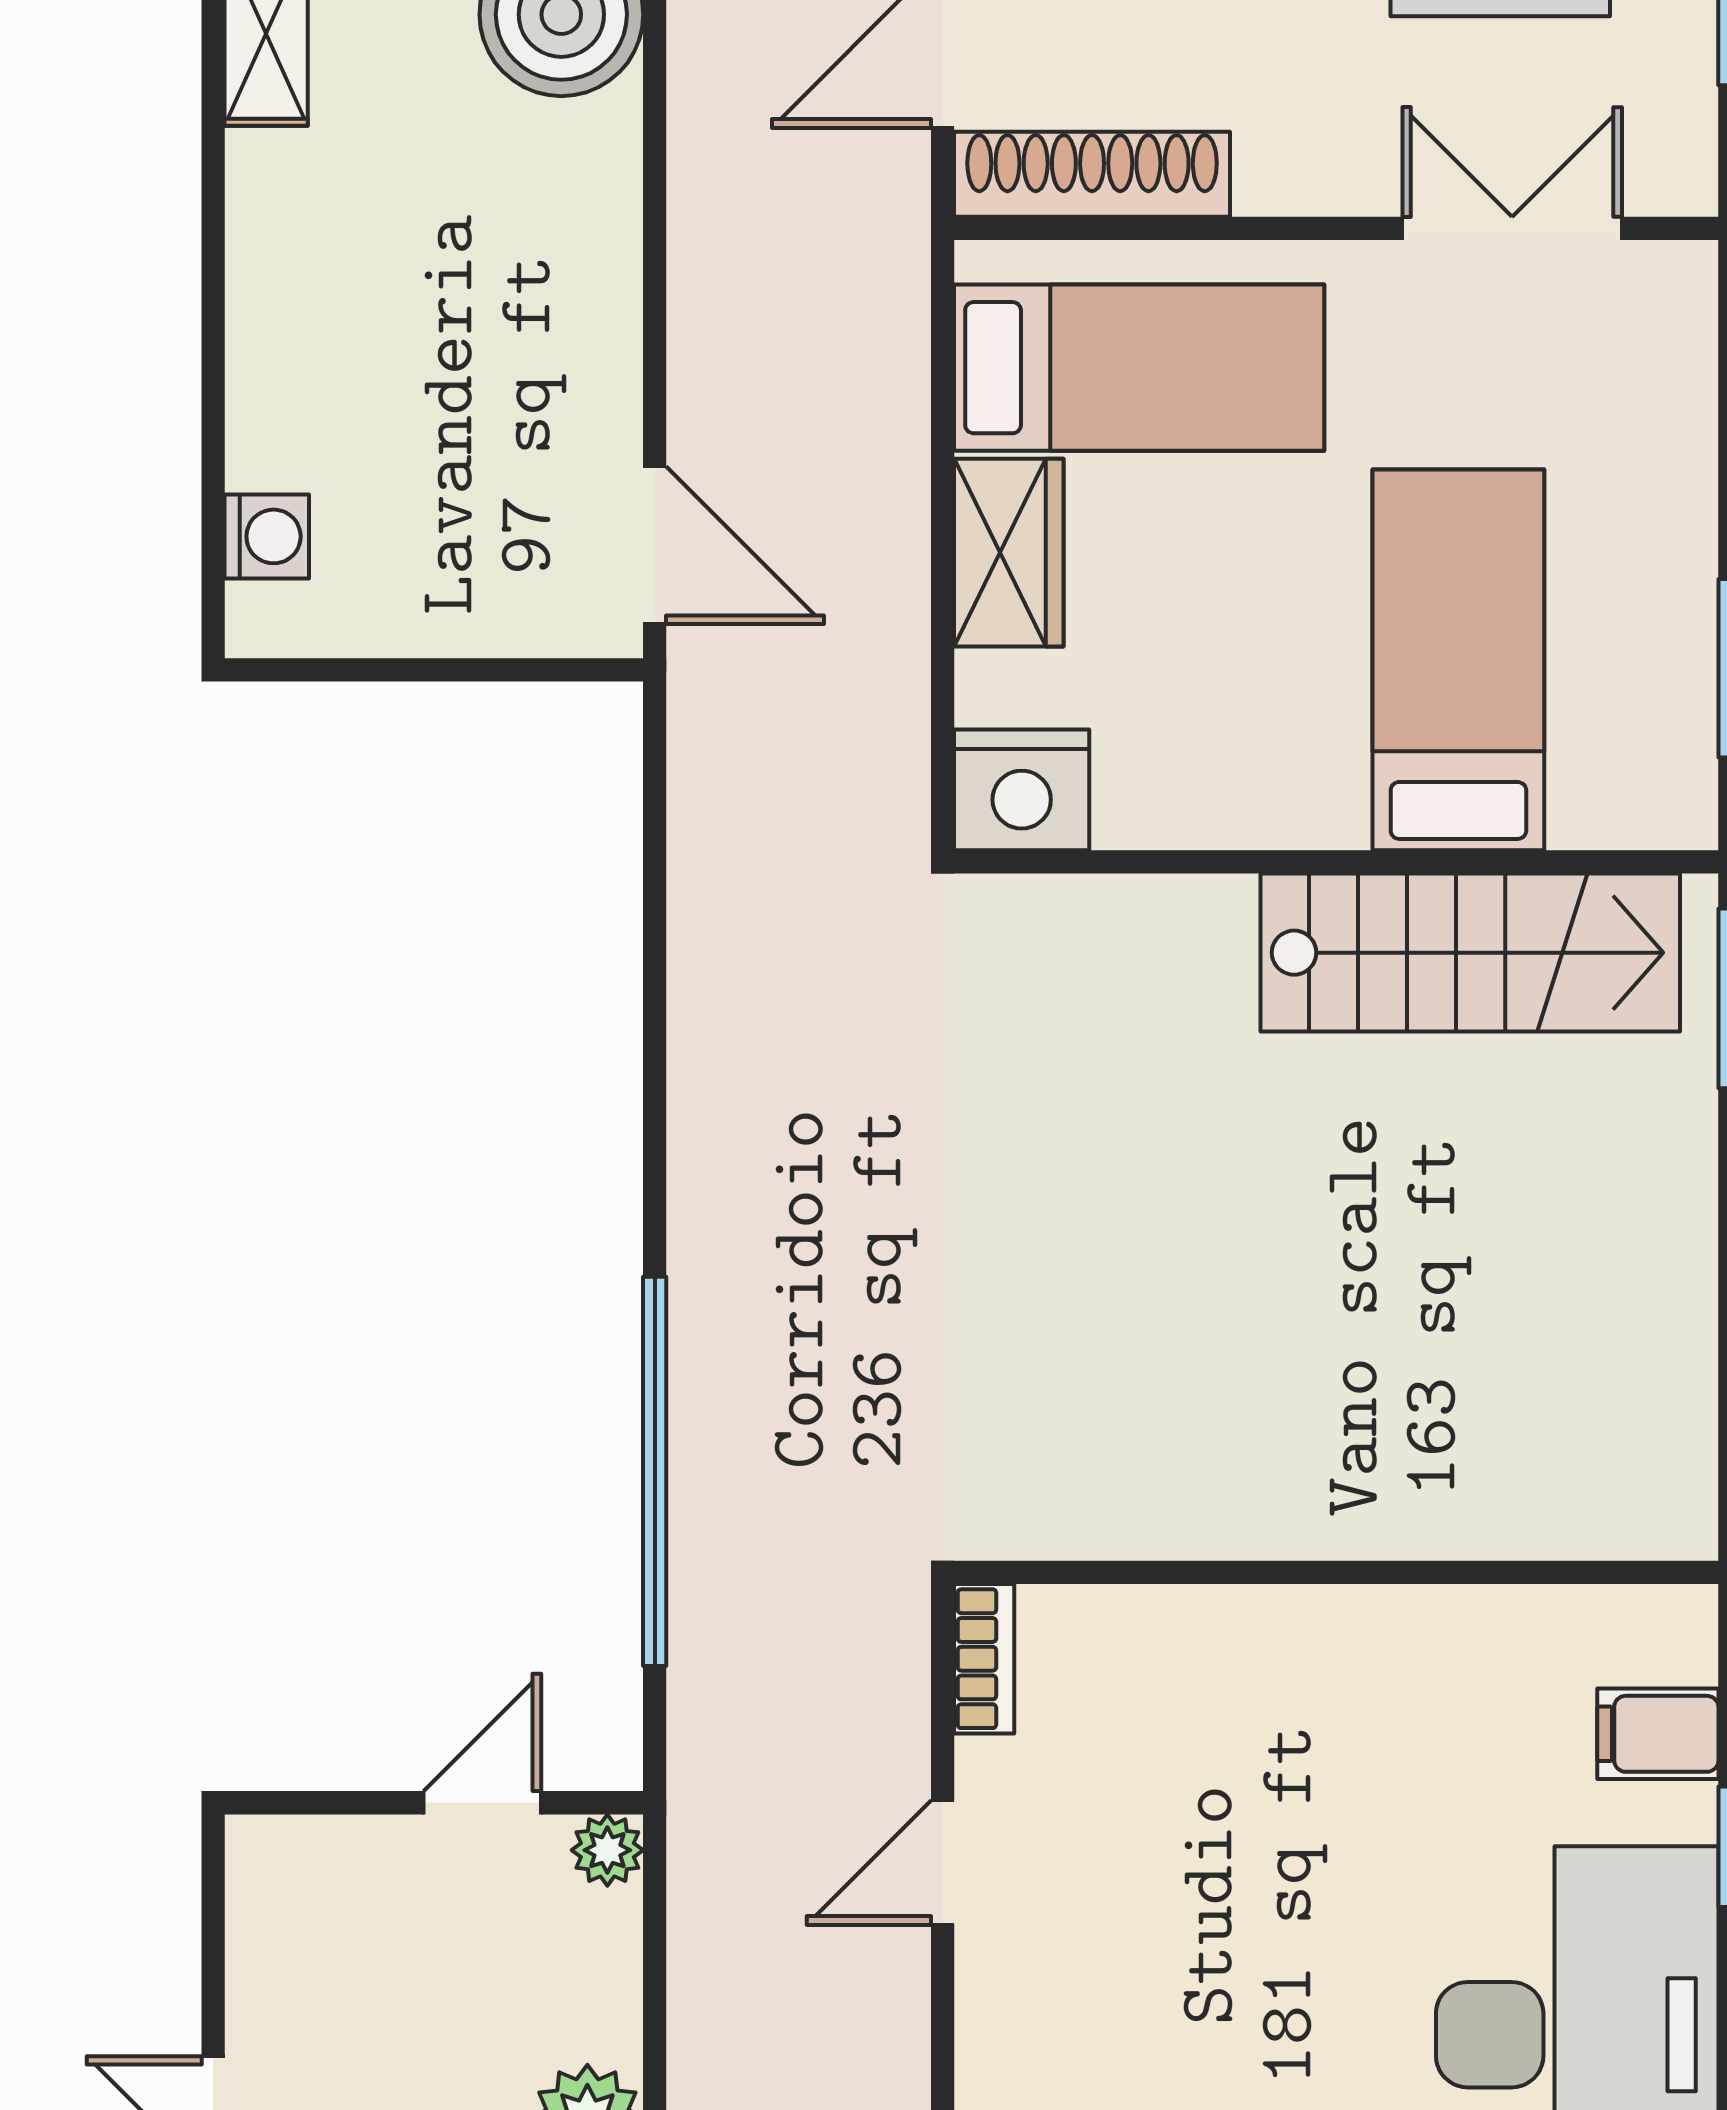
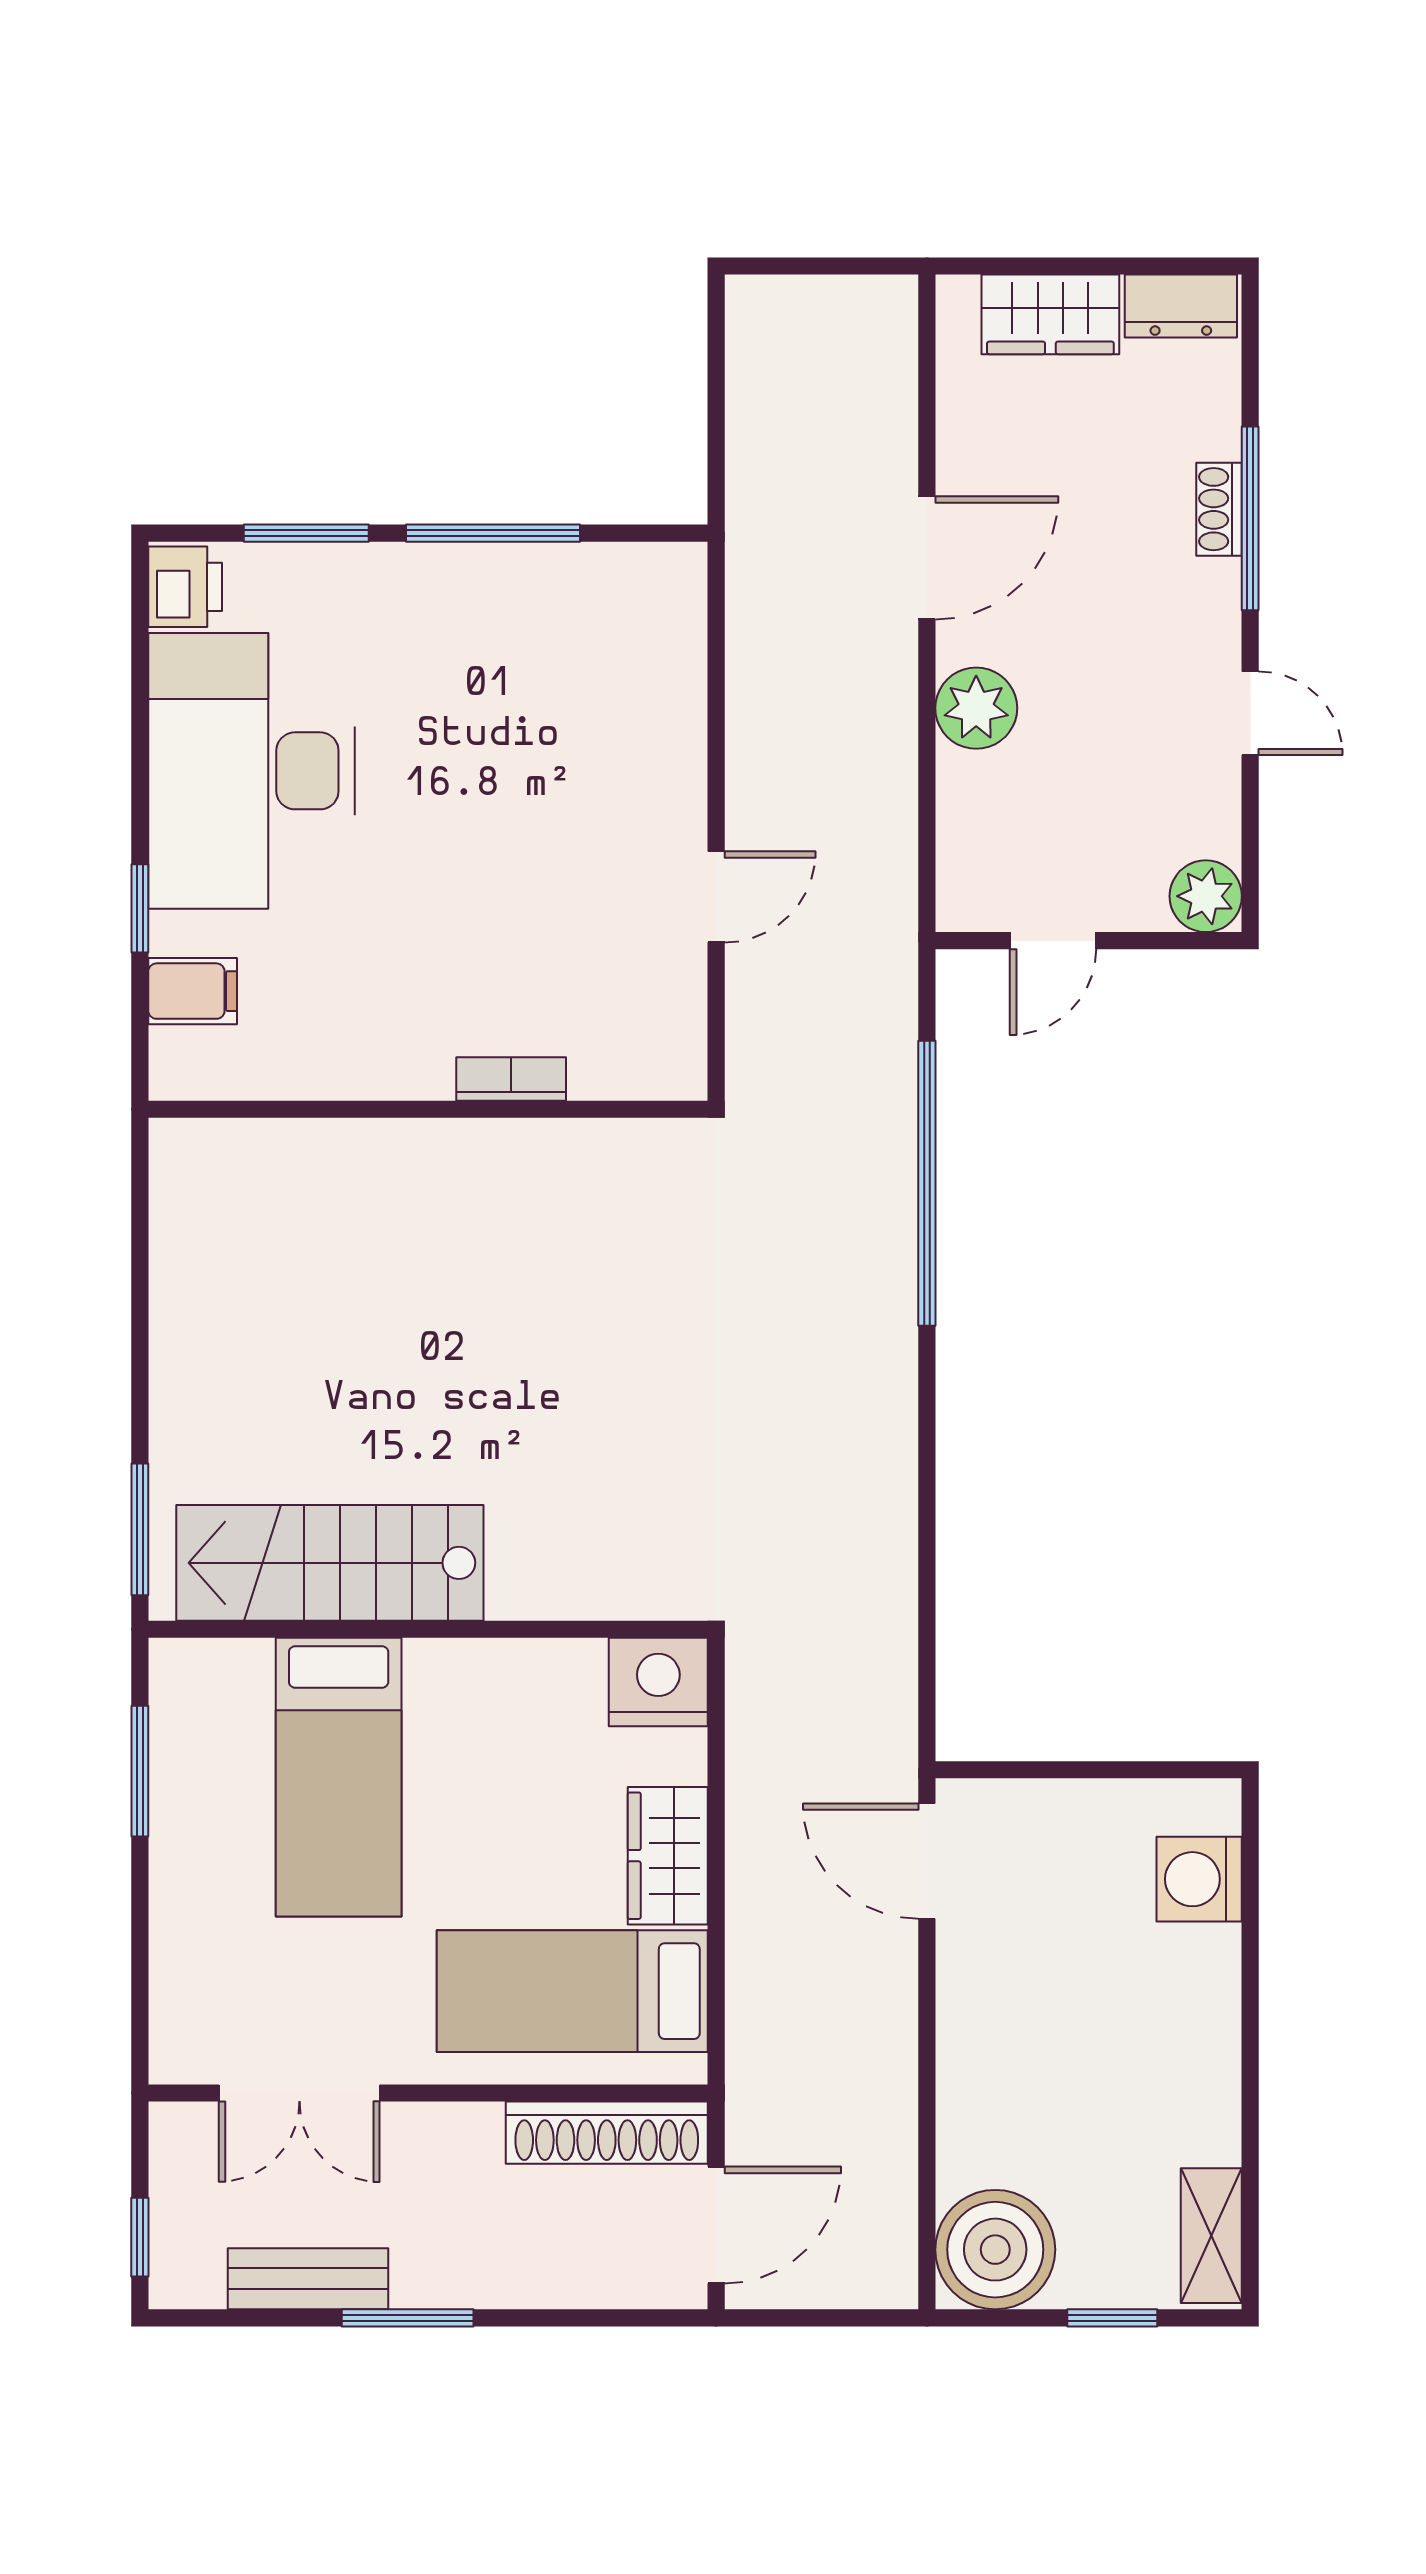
washing machine: (267, 536) -> (1199, 1879), width x1.38, depth x1.38
bookcase: (984, 1659) -> (511, 1079), moved, turned 90
plant: (607, 1850) -> (1206, 896), moved, width x1.38, depth x1.38

